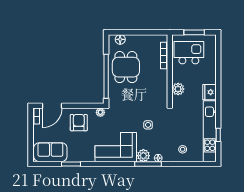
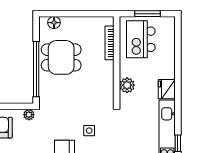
kitchen island: (189, 53) -> (141, 39), turned -90
dining table: (126, 67) -> (61, 57), turned 90

